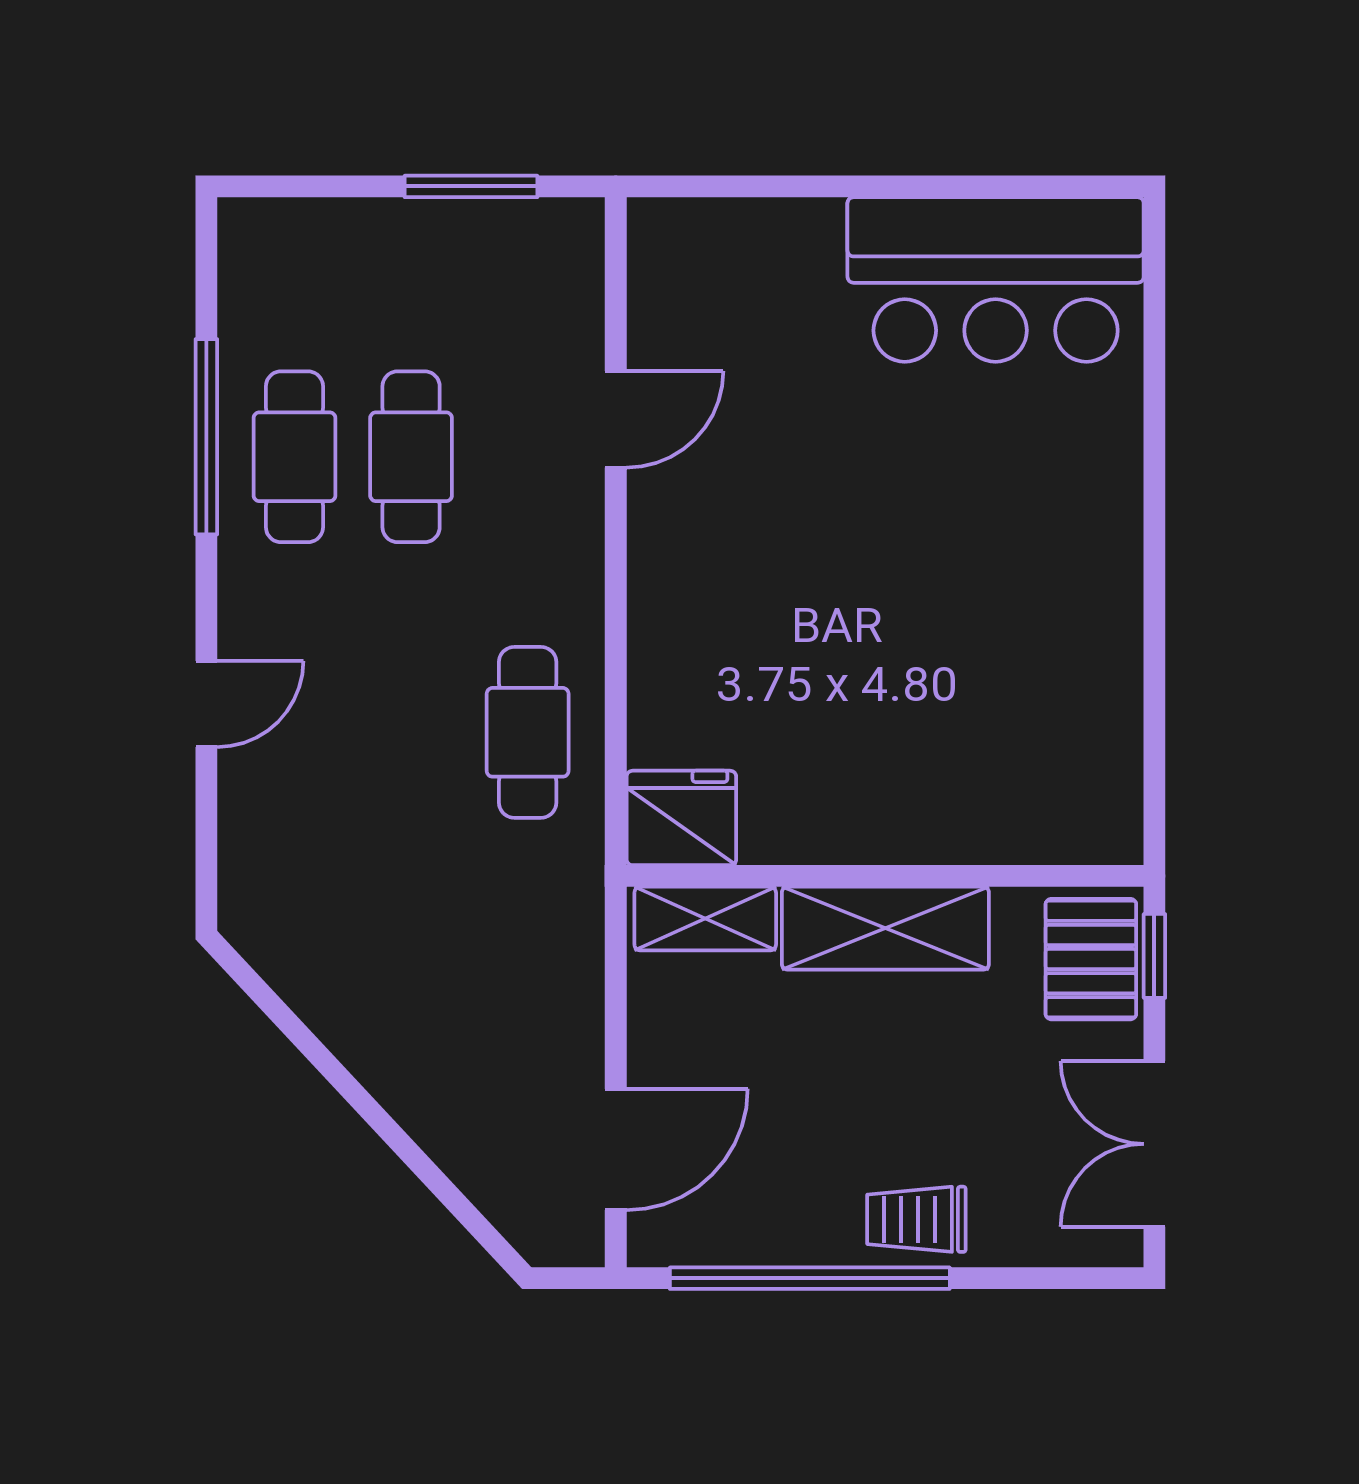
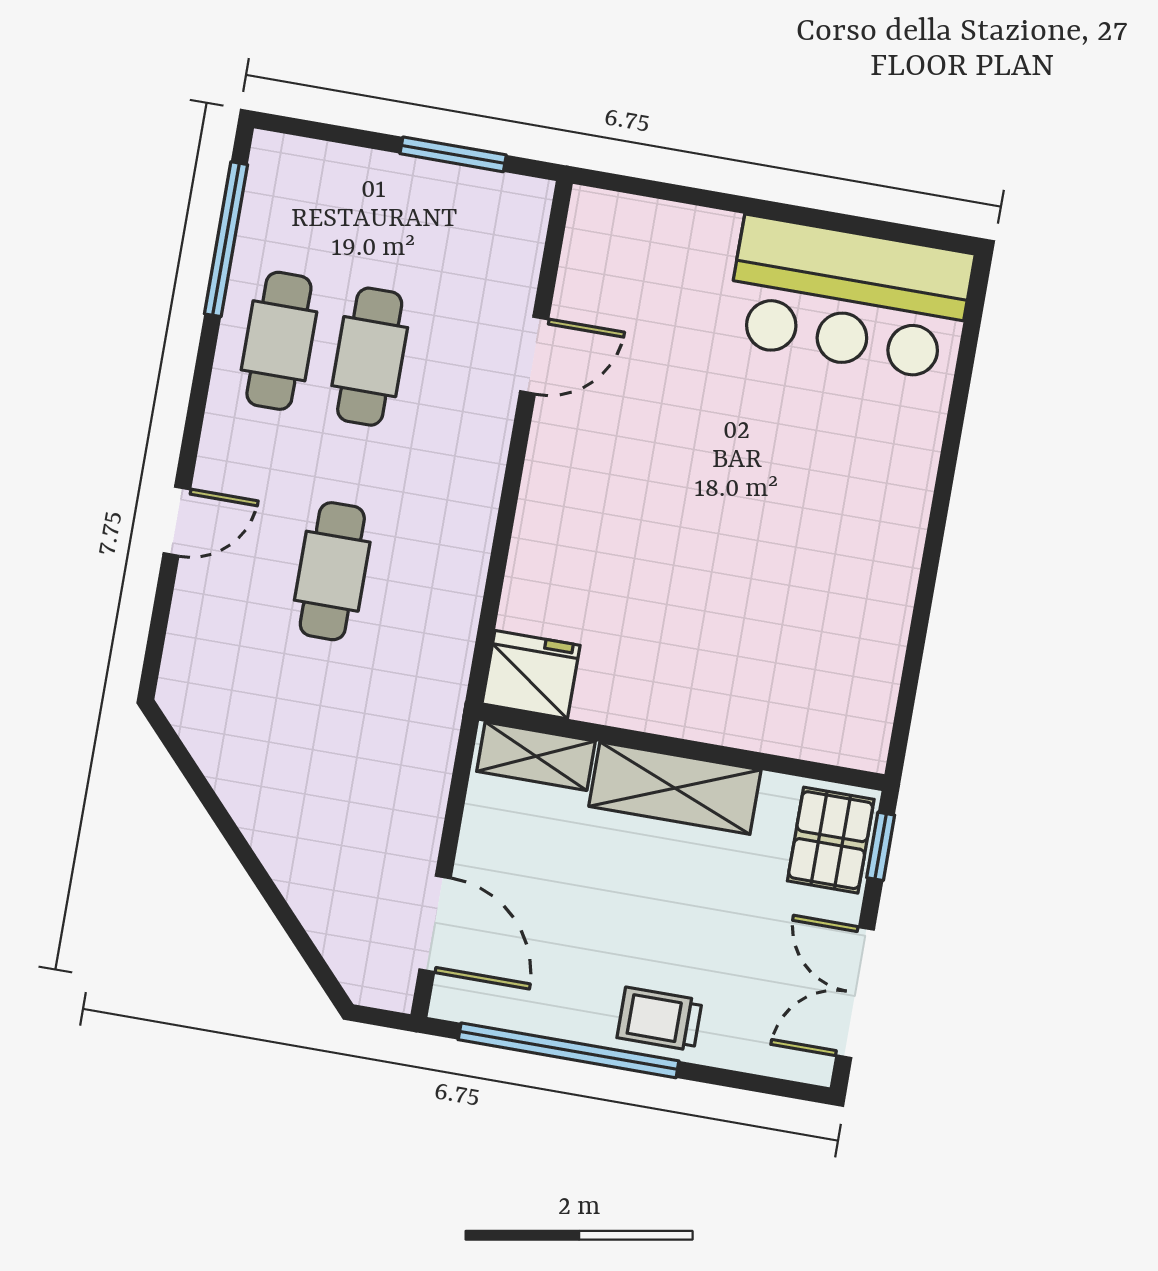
window: (206, 437) -> (226, 239), moved
cafe table: (528, 732) -> (332, 571), moved
door: (616, 1150) -> (435, 924), hinge flipped

